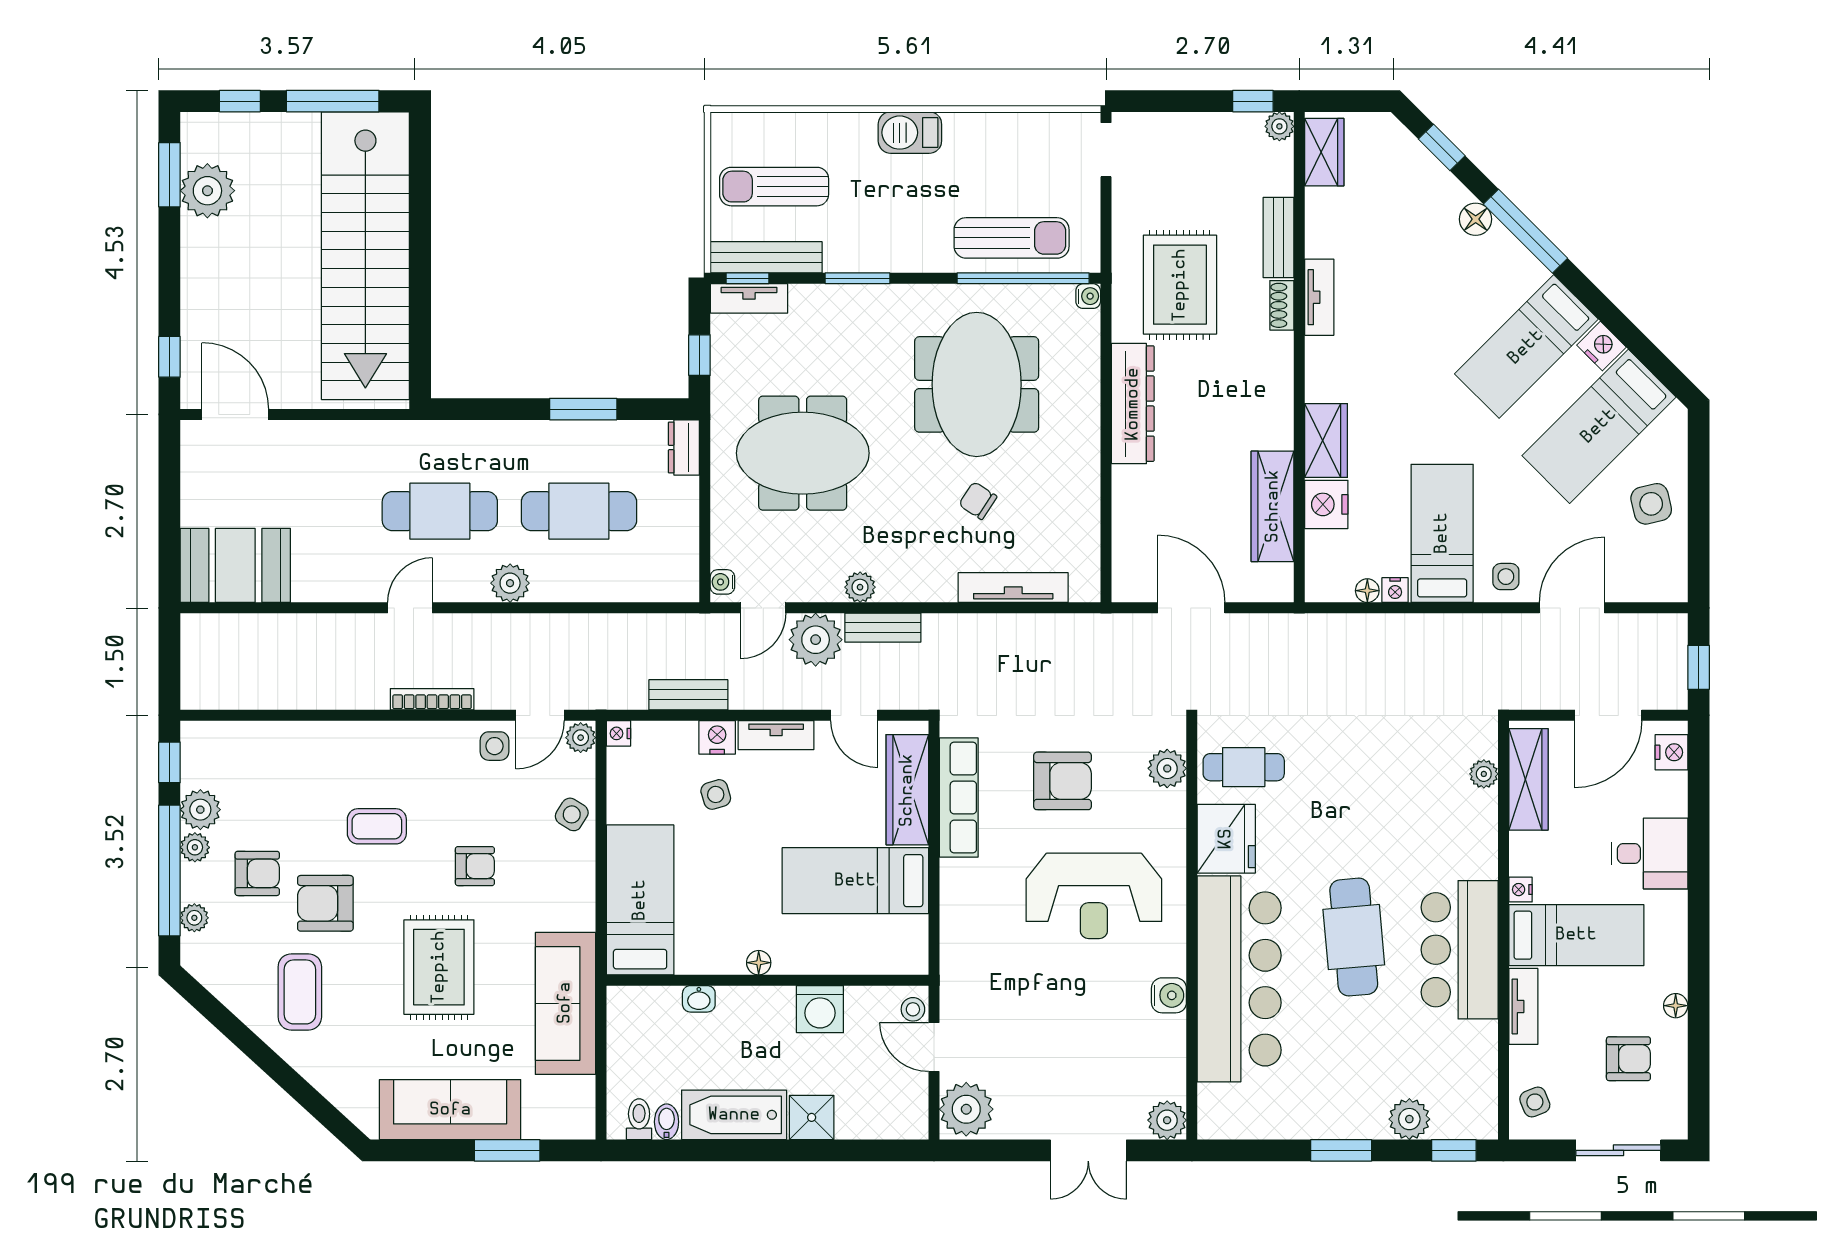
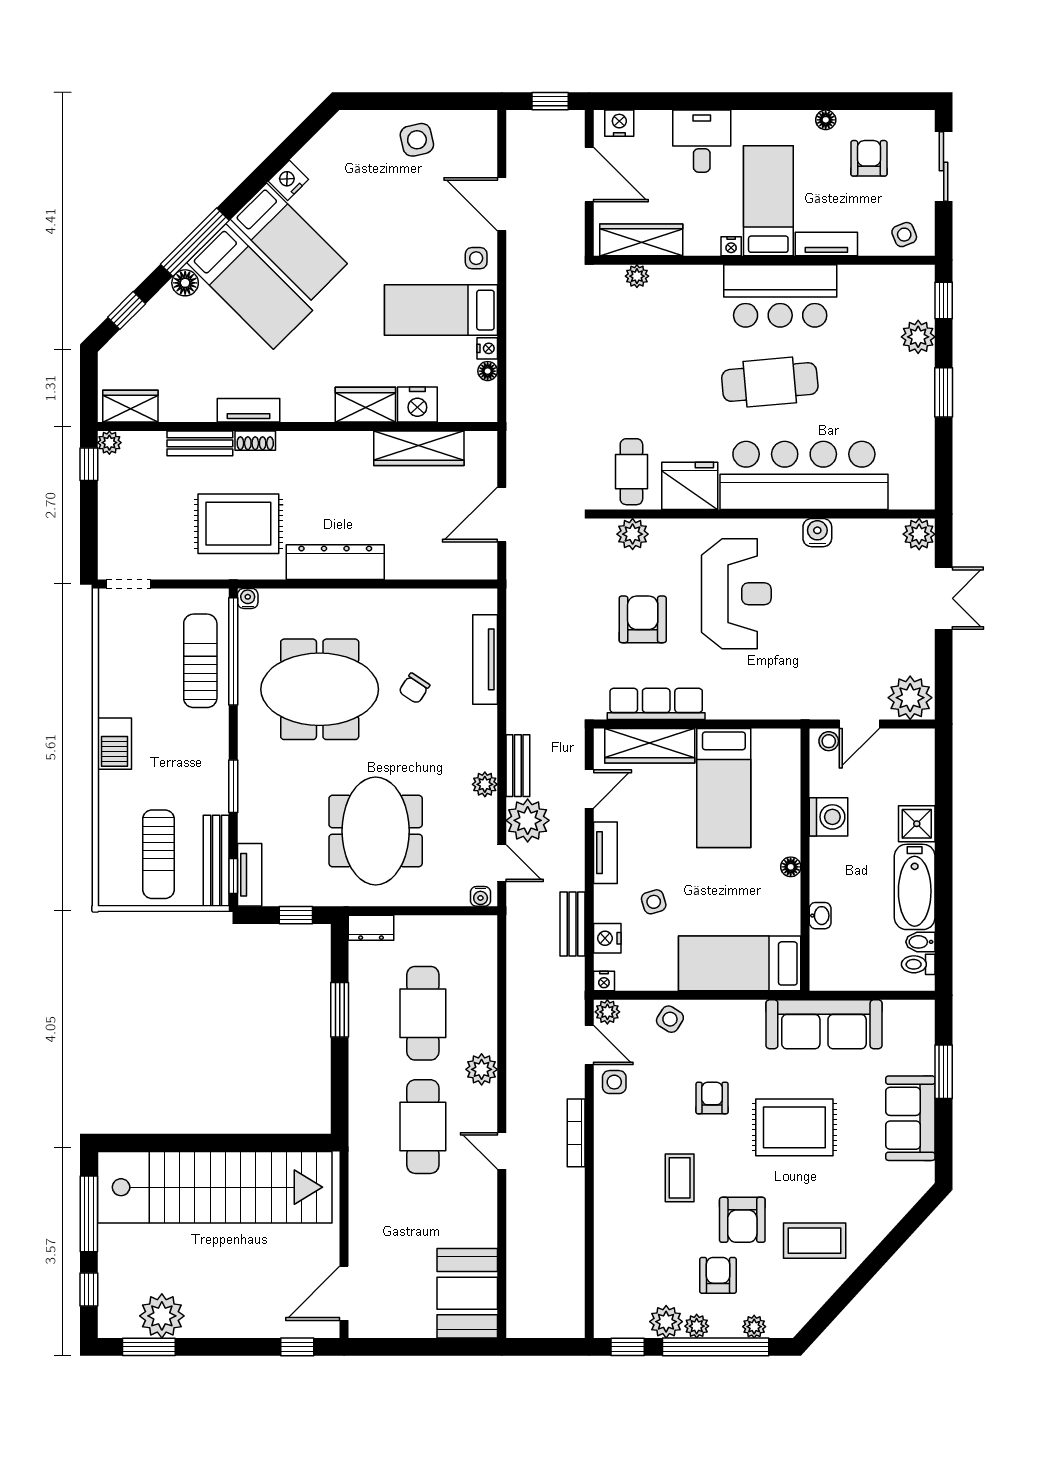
bed: (1599, 426) -> (250, 286), moved
nightstand: (717, 737) -> (607, 938), moved
sofa: (450, 1110) -> (910, 1118), width x0.73

